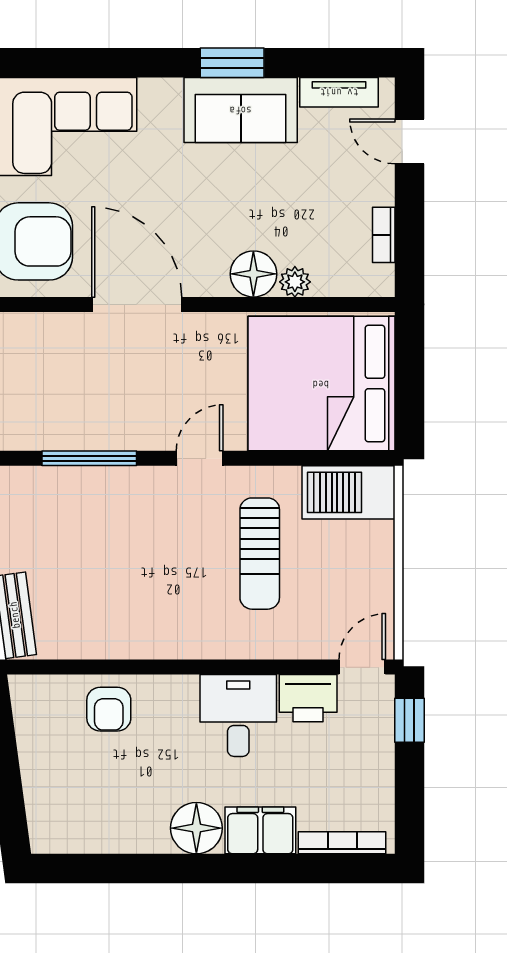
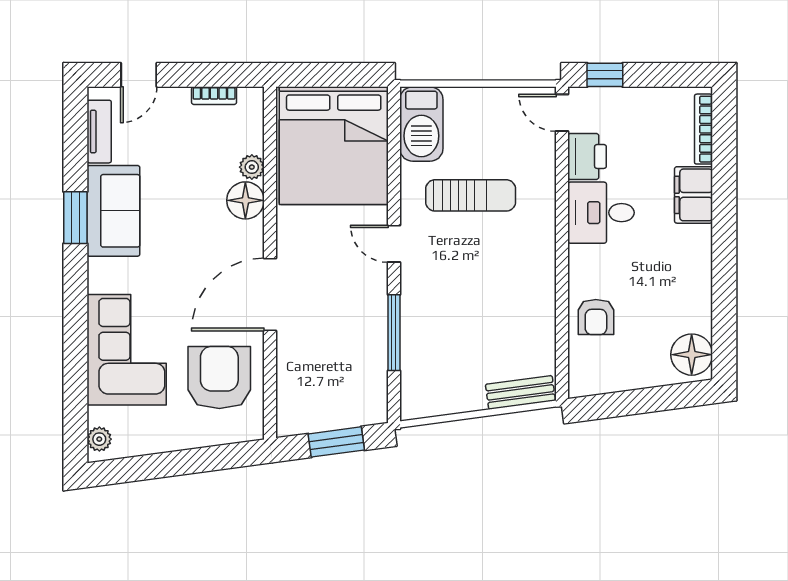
armchair: (109, 709) -> (596, 317), turned 90
floor lamp: (196, 828) -> (692, 355), moved

